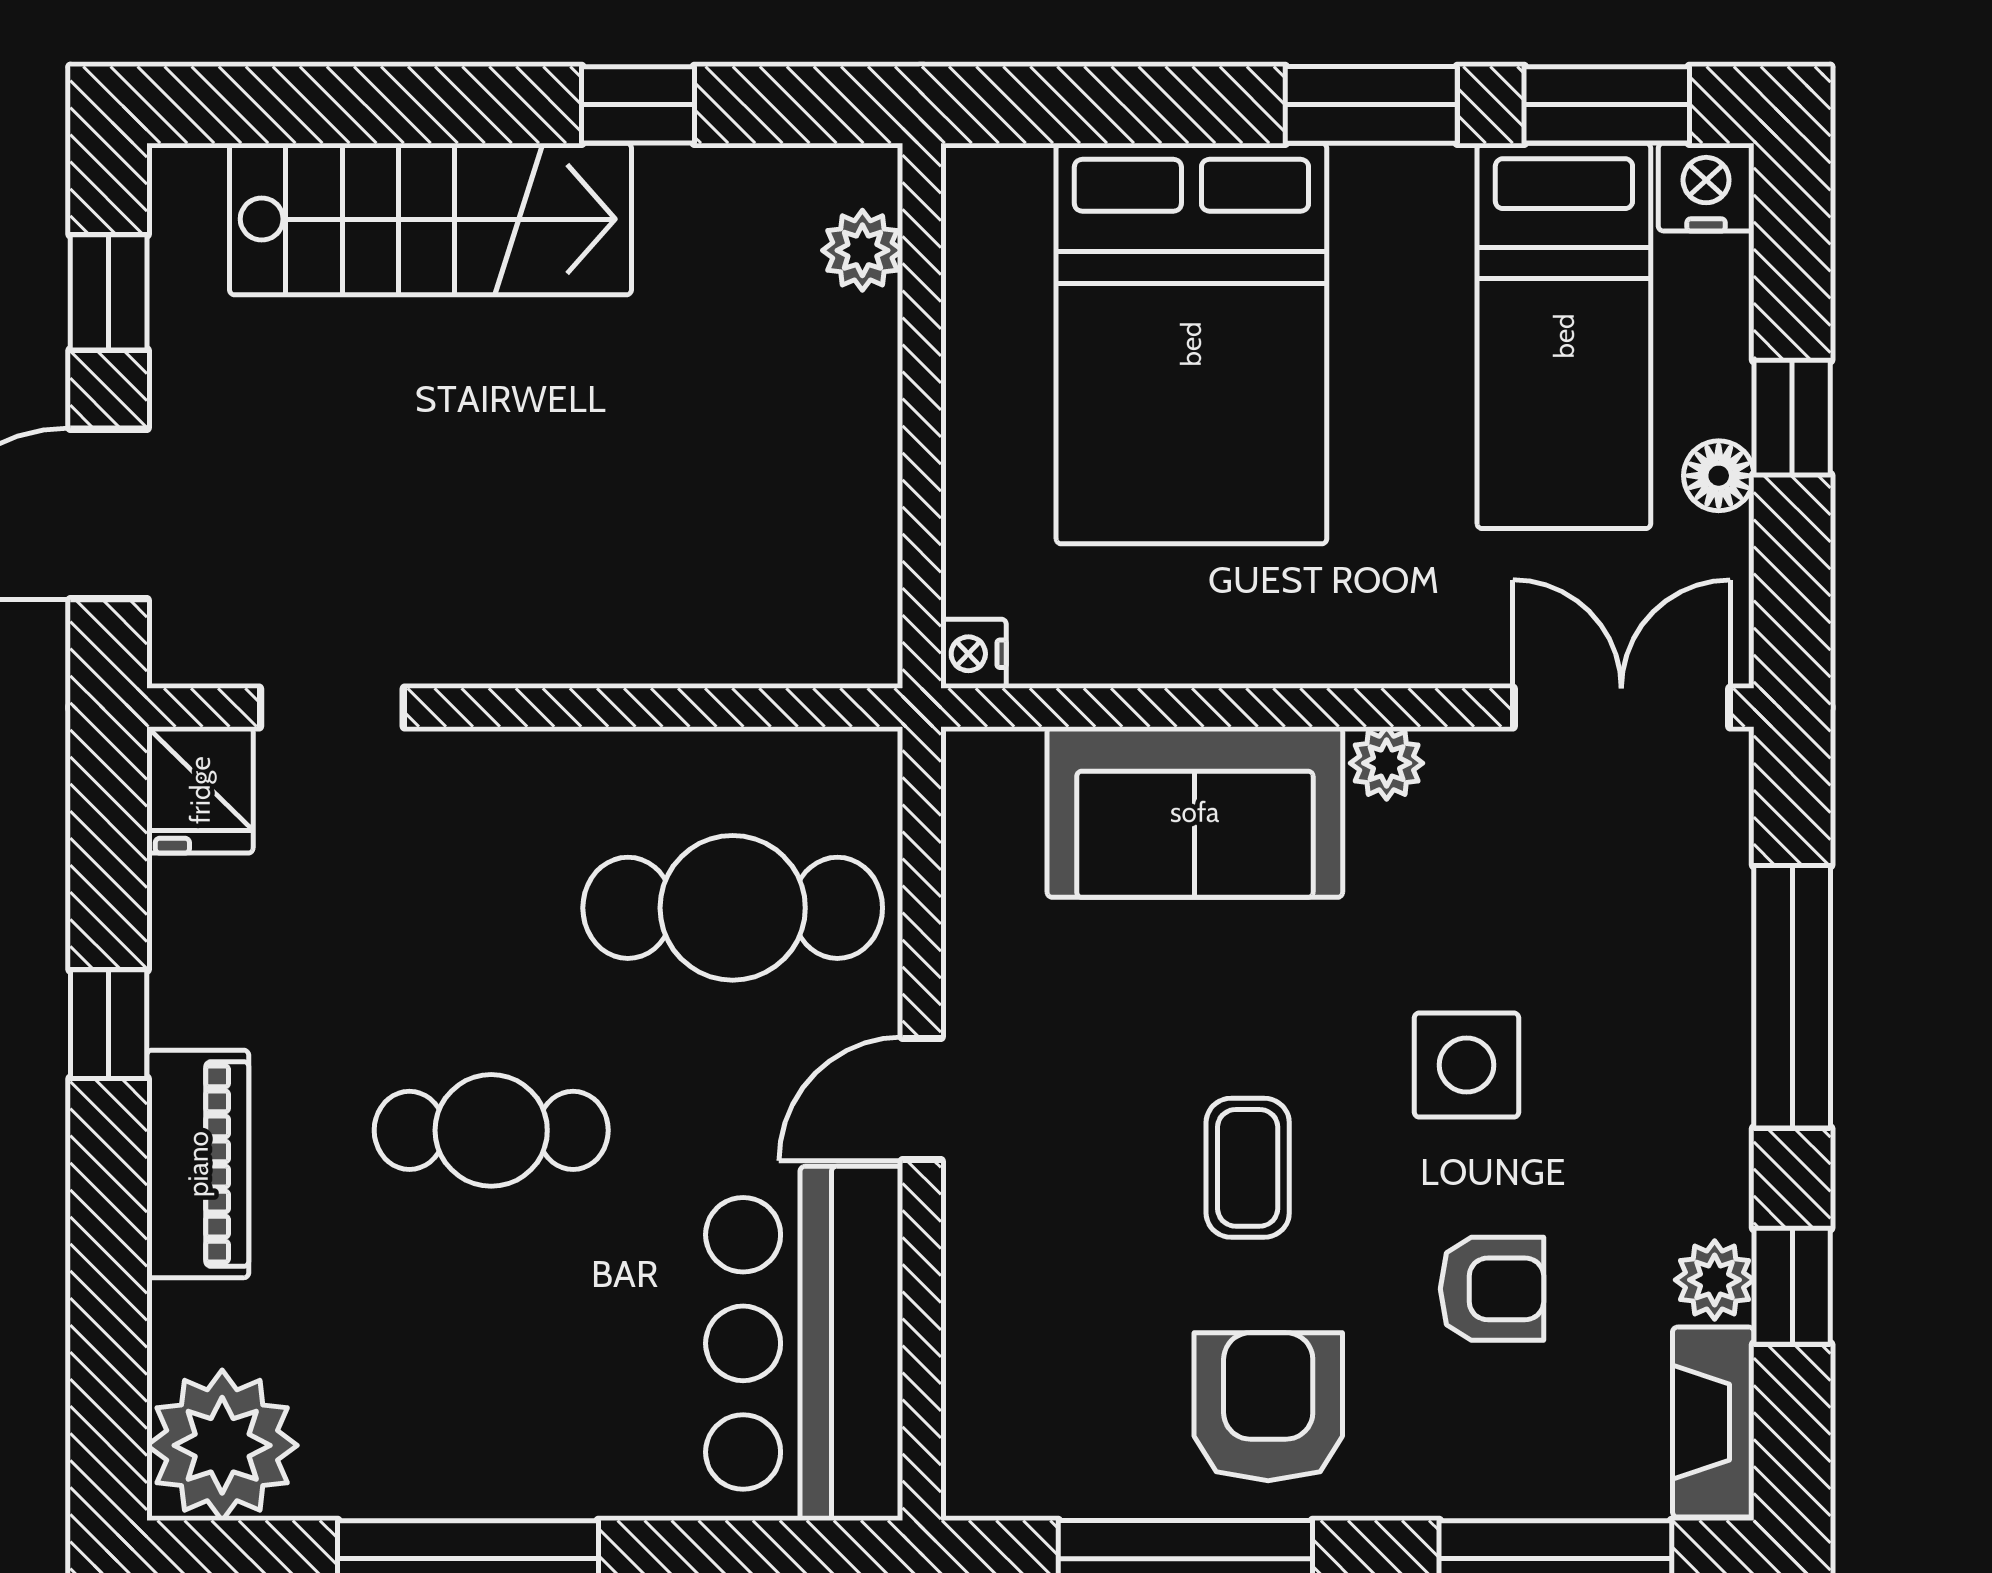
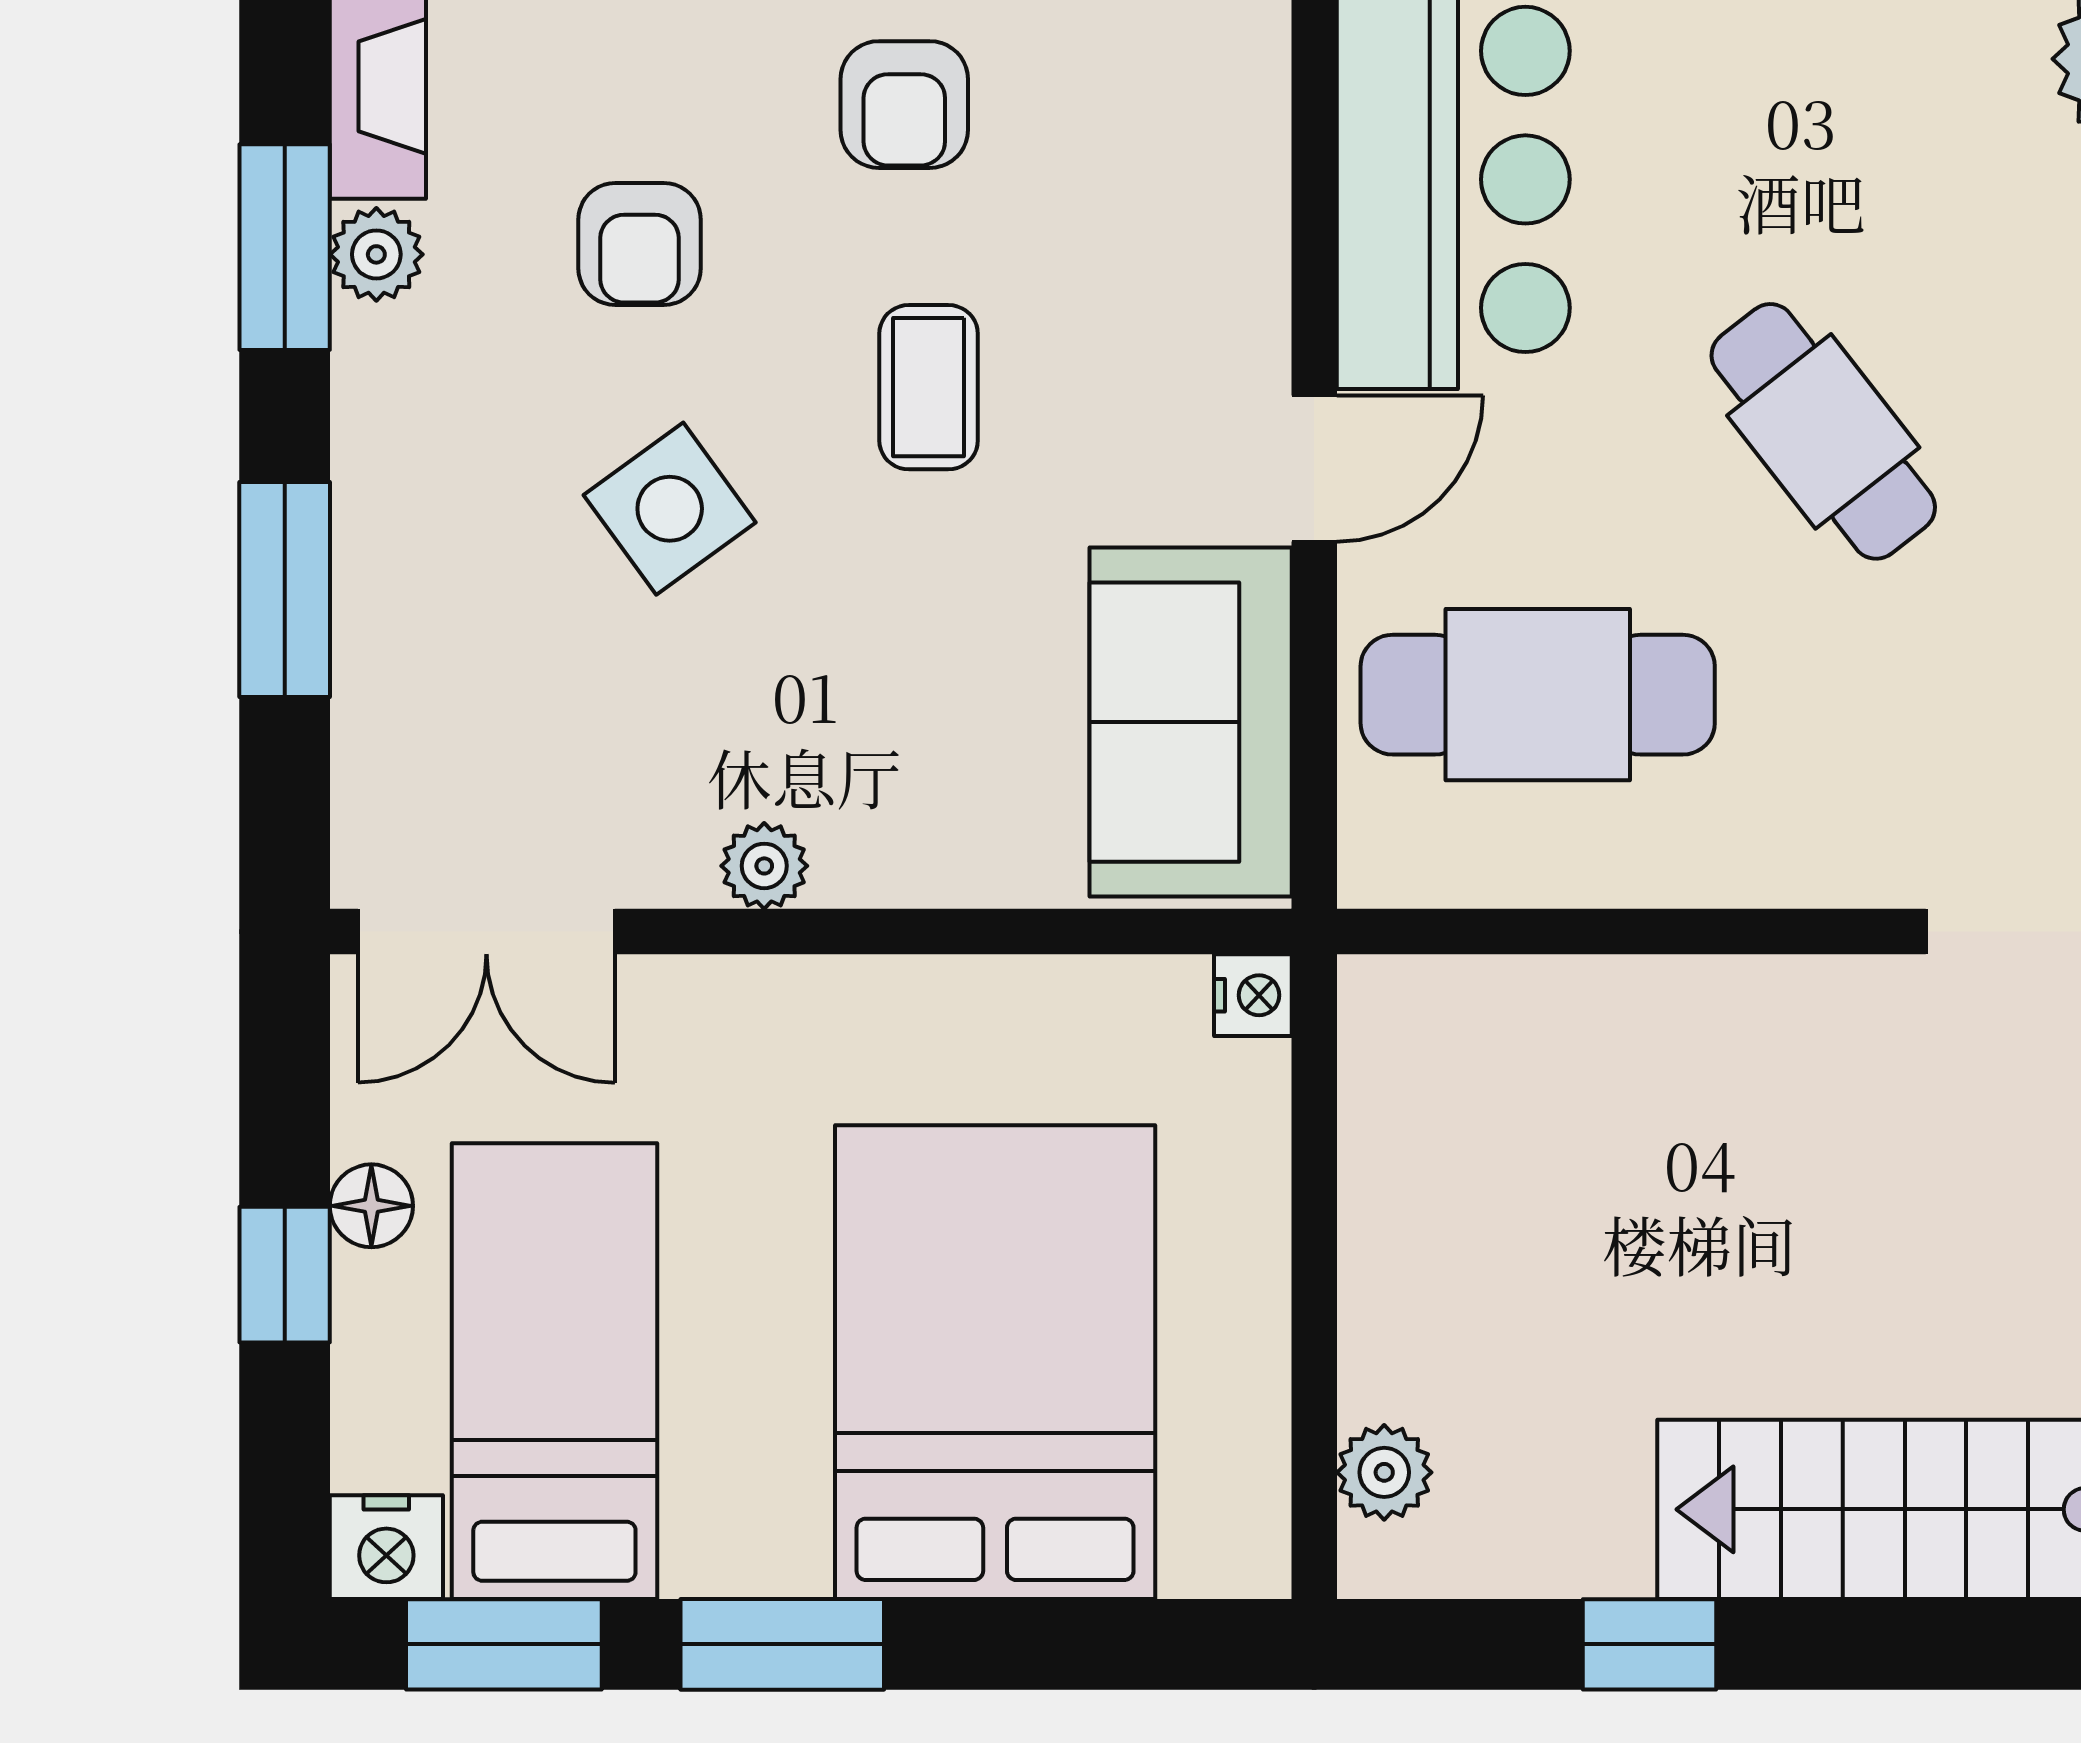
sofa: (1195, 812) -> (1191, 722), moved, turned -90
window: (1792, 997) -> (285, 589), width x0.69
side table: (1467, 1065) -> (670, 509), turned -36
cafe table: (491, 1130) -> (1823, 431), turned 52
window: (1792, 1286) -> (285, 247), width x1.50
armchair: (1492, 1289) -> (640, 244), turned -90
armchair: (1268, 1407) -> (904, 105), width x0.72, depth x0.72

